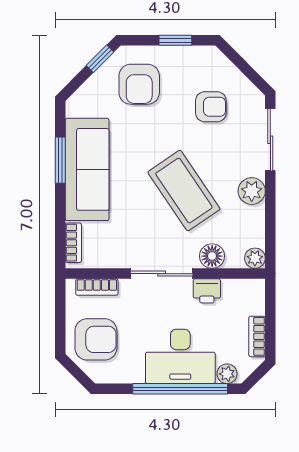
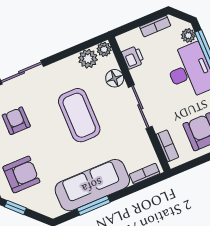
coffee table: (184, 191) -> (79, 115), turned -56
plant: (252, 191) -> (88, 59), moved
printer: (207, 291) -> (133, 57), moved

